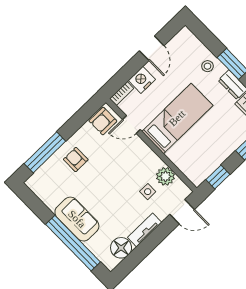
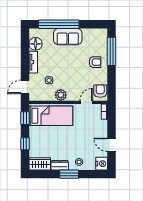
nightstand: (142, 80) -> (102, 164), moved
bed: (177, 118) -> (51, 116), moved, turned -90
plant: (165, 176) -> (61, 95), moved

